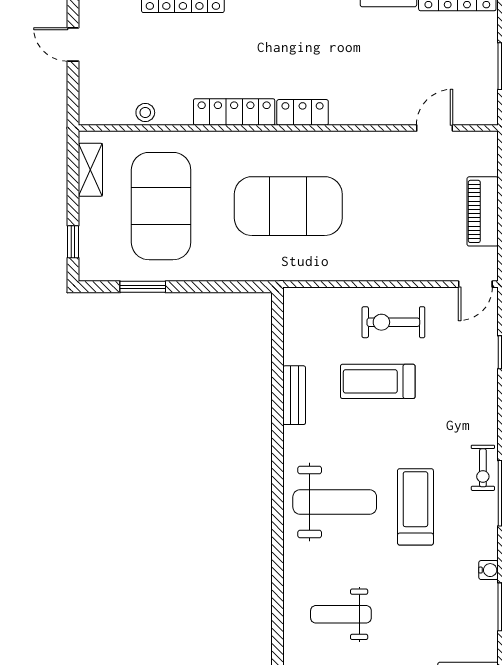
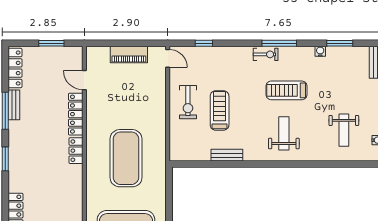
locker: (234, 112) -> (76, 114), moved
treadmill: (378, 381) -> (220, 110), turned 180
weight bench: (335, 502) -> (284, 133), width x0.73, depth x0.75

